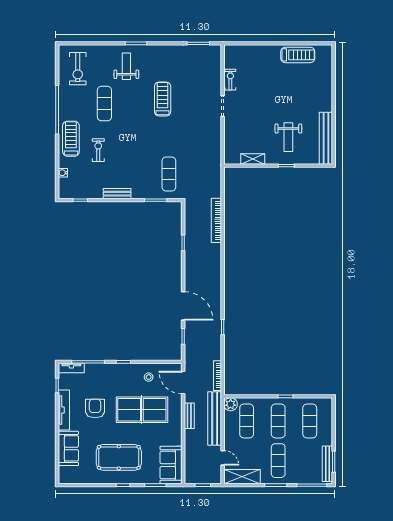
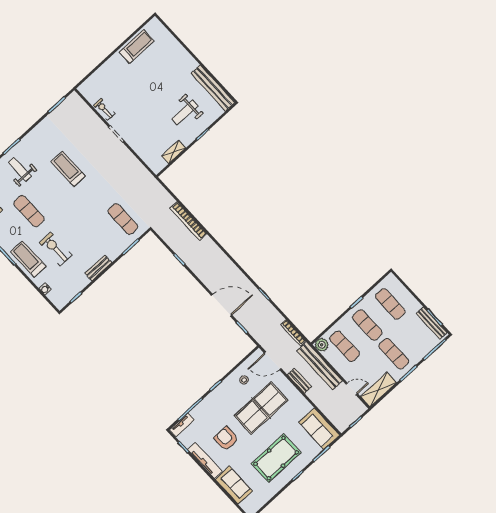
weight bench: (288, 137) -> (185, 112), turned 90
exercise bike: (98, 150) -> (56, 249), width x1.38, depth x1.39

